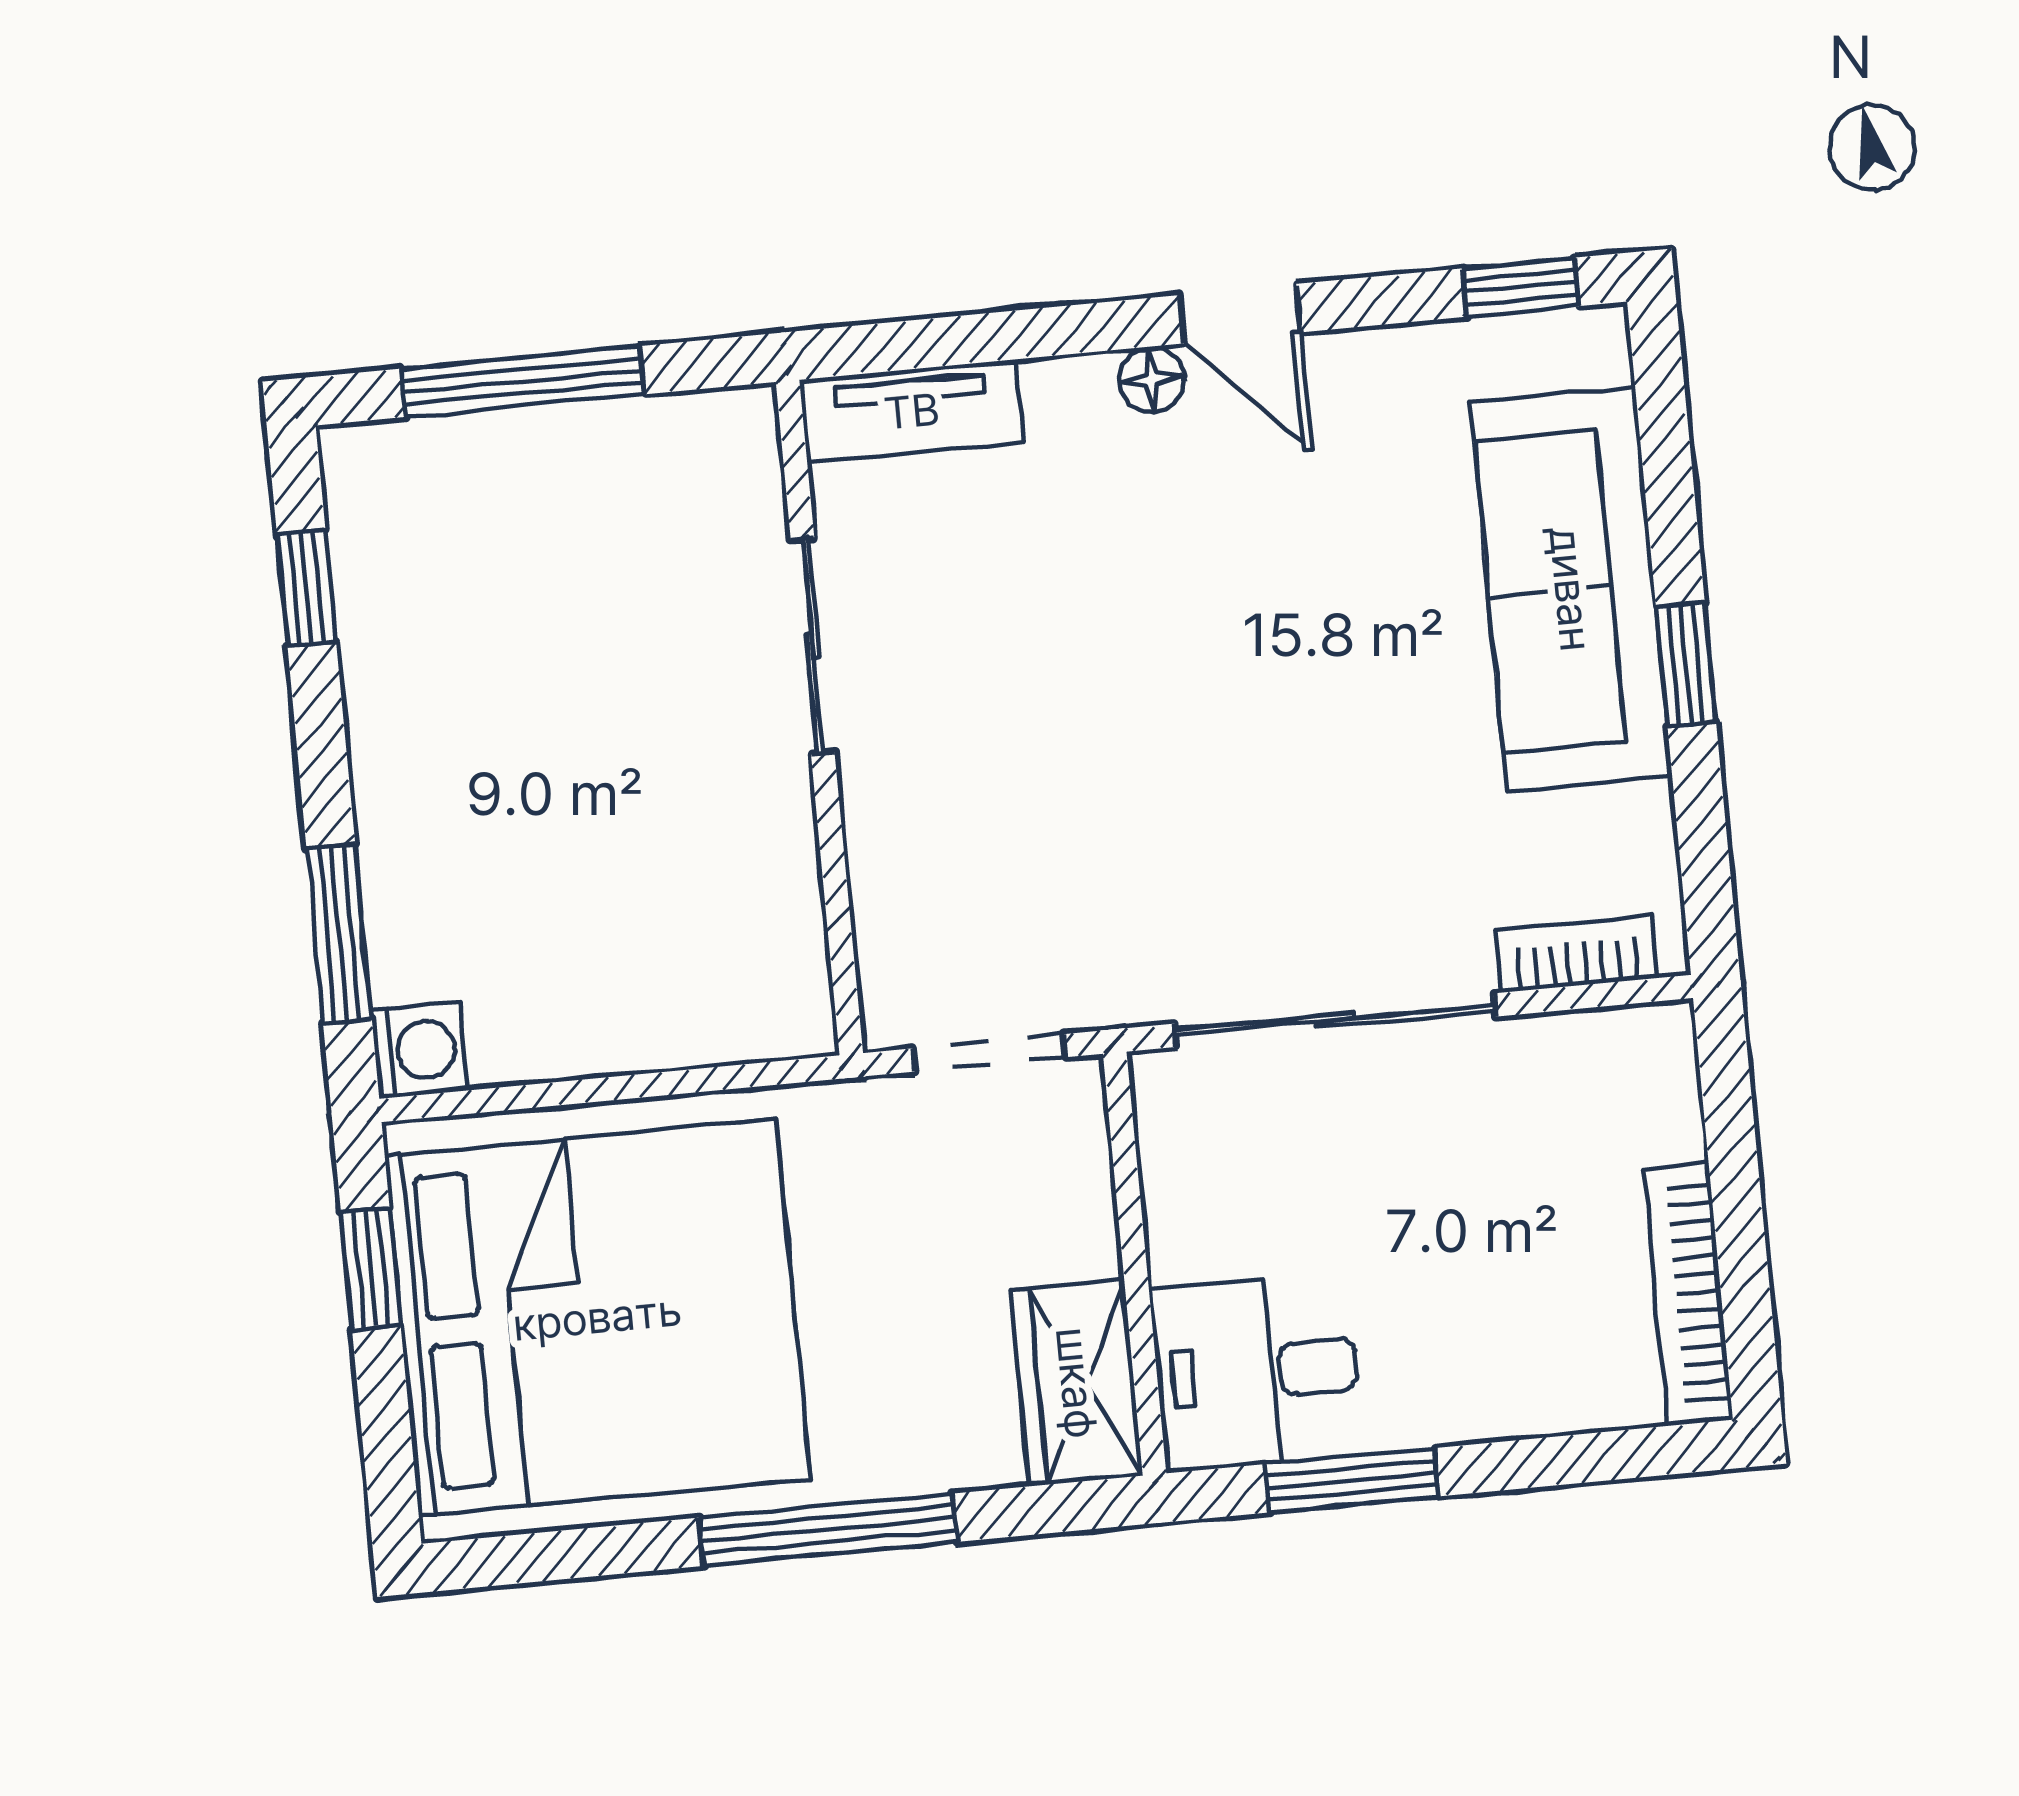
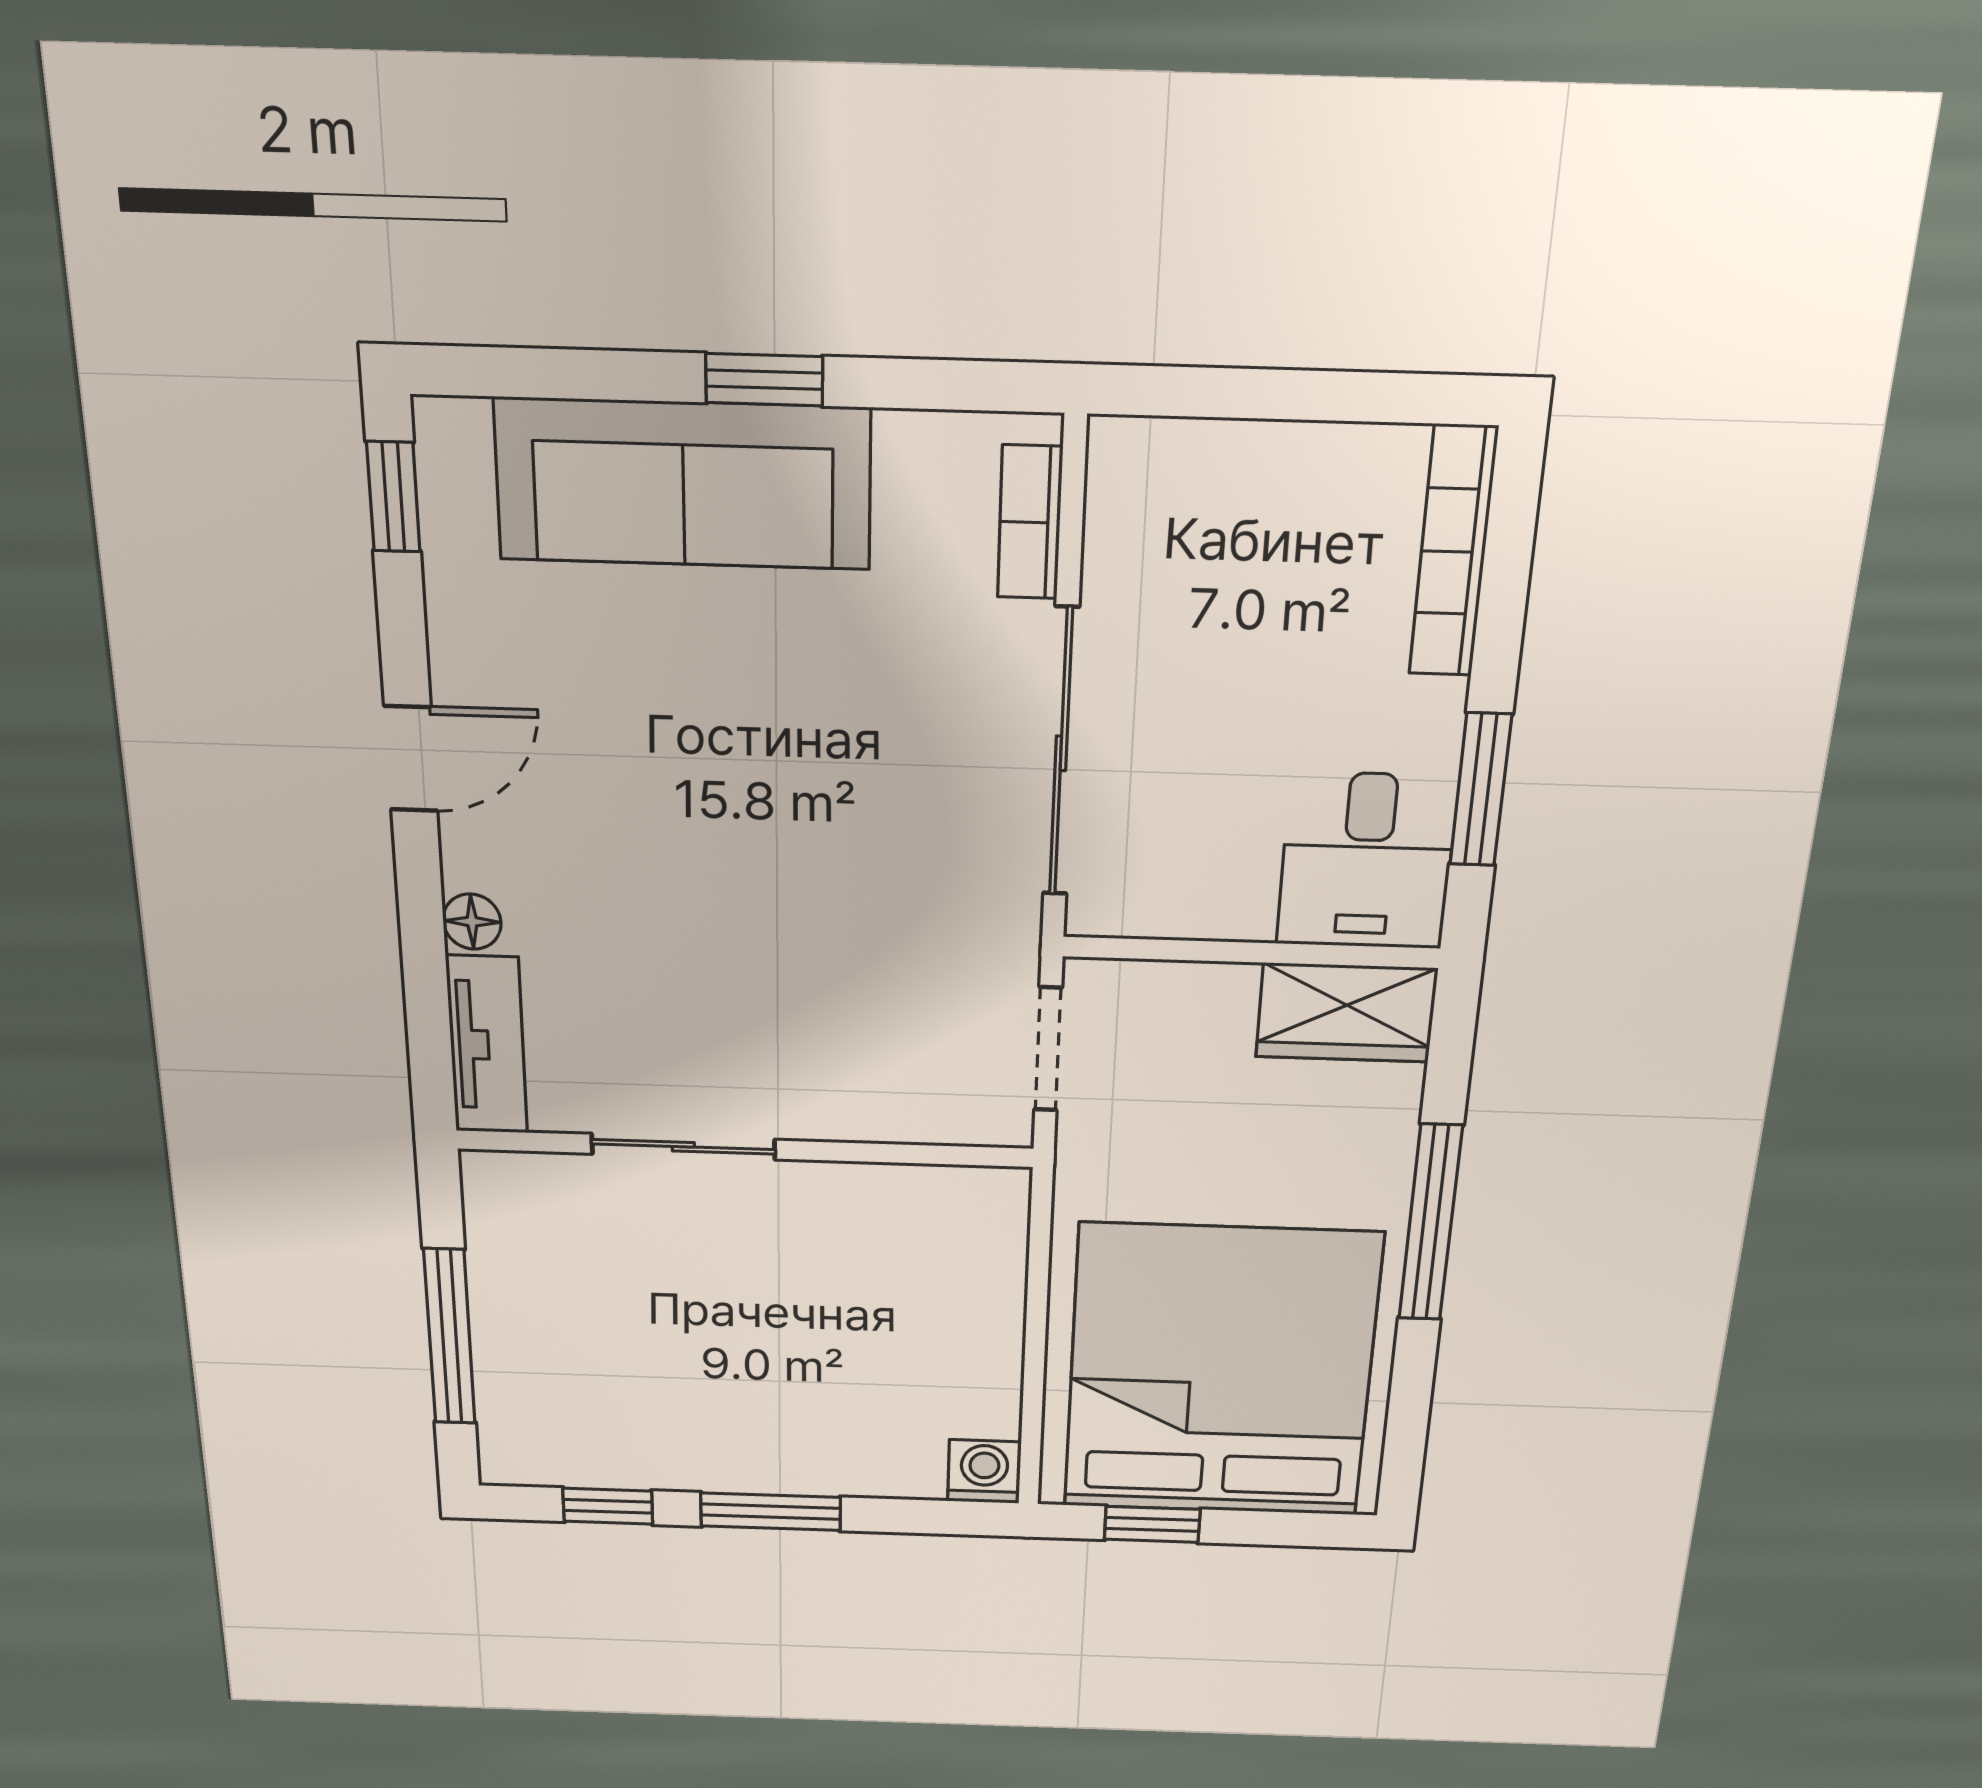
floor lamp: (1152, 379) -> (472, 922), moved
window: (339, 934) -> (771, 1512), moved
bookcase: (1688, 1294) -> (1453, 552), moved, turned 90

